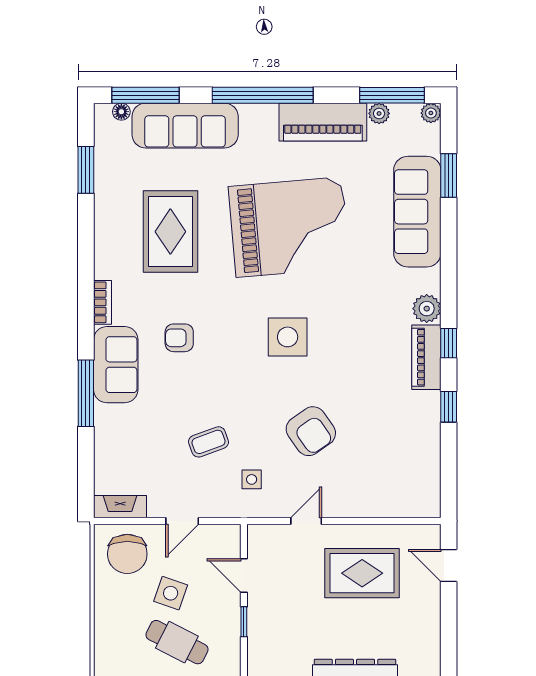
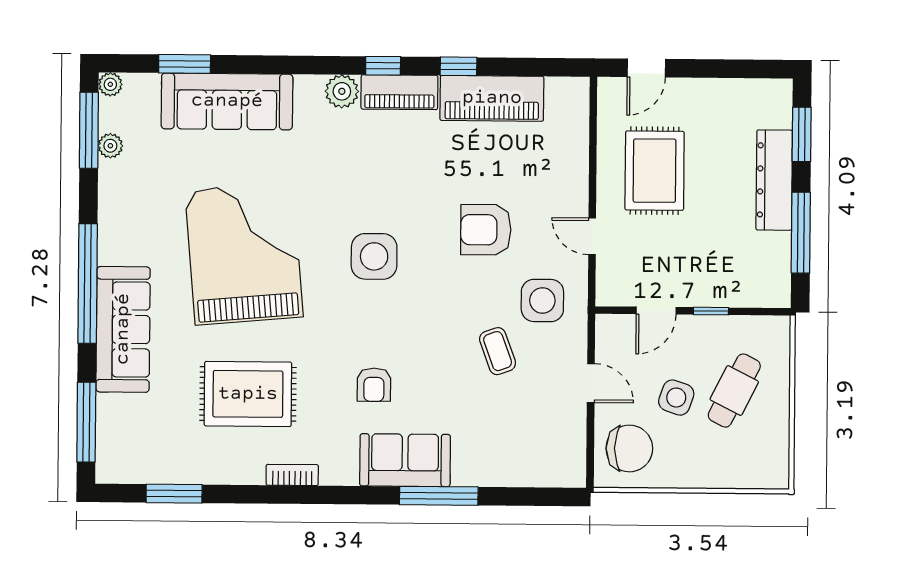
floor lamp: (121, 112) -> (106, 451), removed
piano: (323, 122) -> (492, 98), moved, turned 90
sofa: (185, 126) -> (123, 329), moved
bookcase: (102, 302) -> (292, 475), moved
armchair: (311, 431) -> (486, 230), turned -145
side table: (252, 479) -> (542, 300), width x1.87, depth x1.87
fireplace: (120, 507) -> (573, 457), removed

